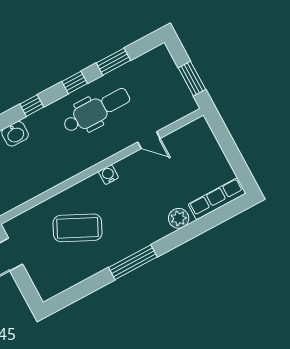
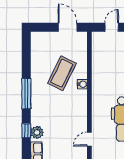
water cooler: (108, 175) -> (82, 84), moved
window: (184, 234) -> (26, 131), added

